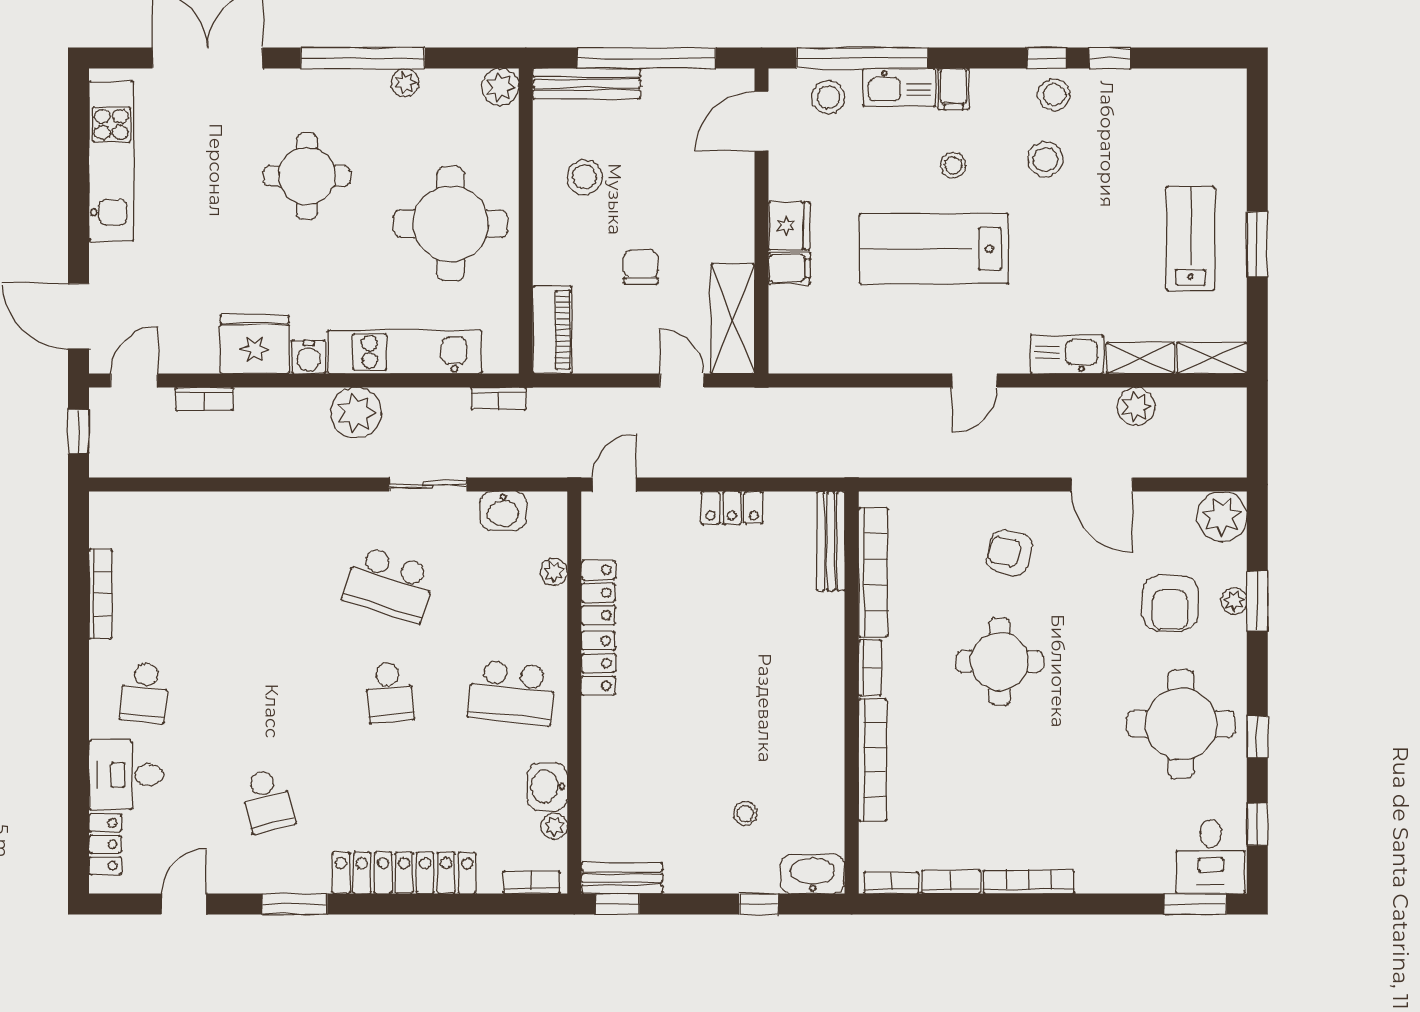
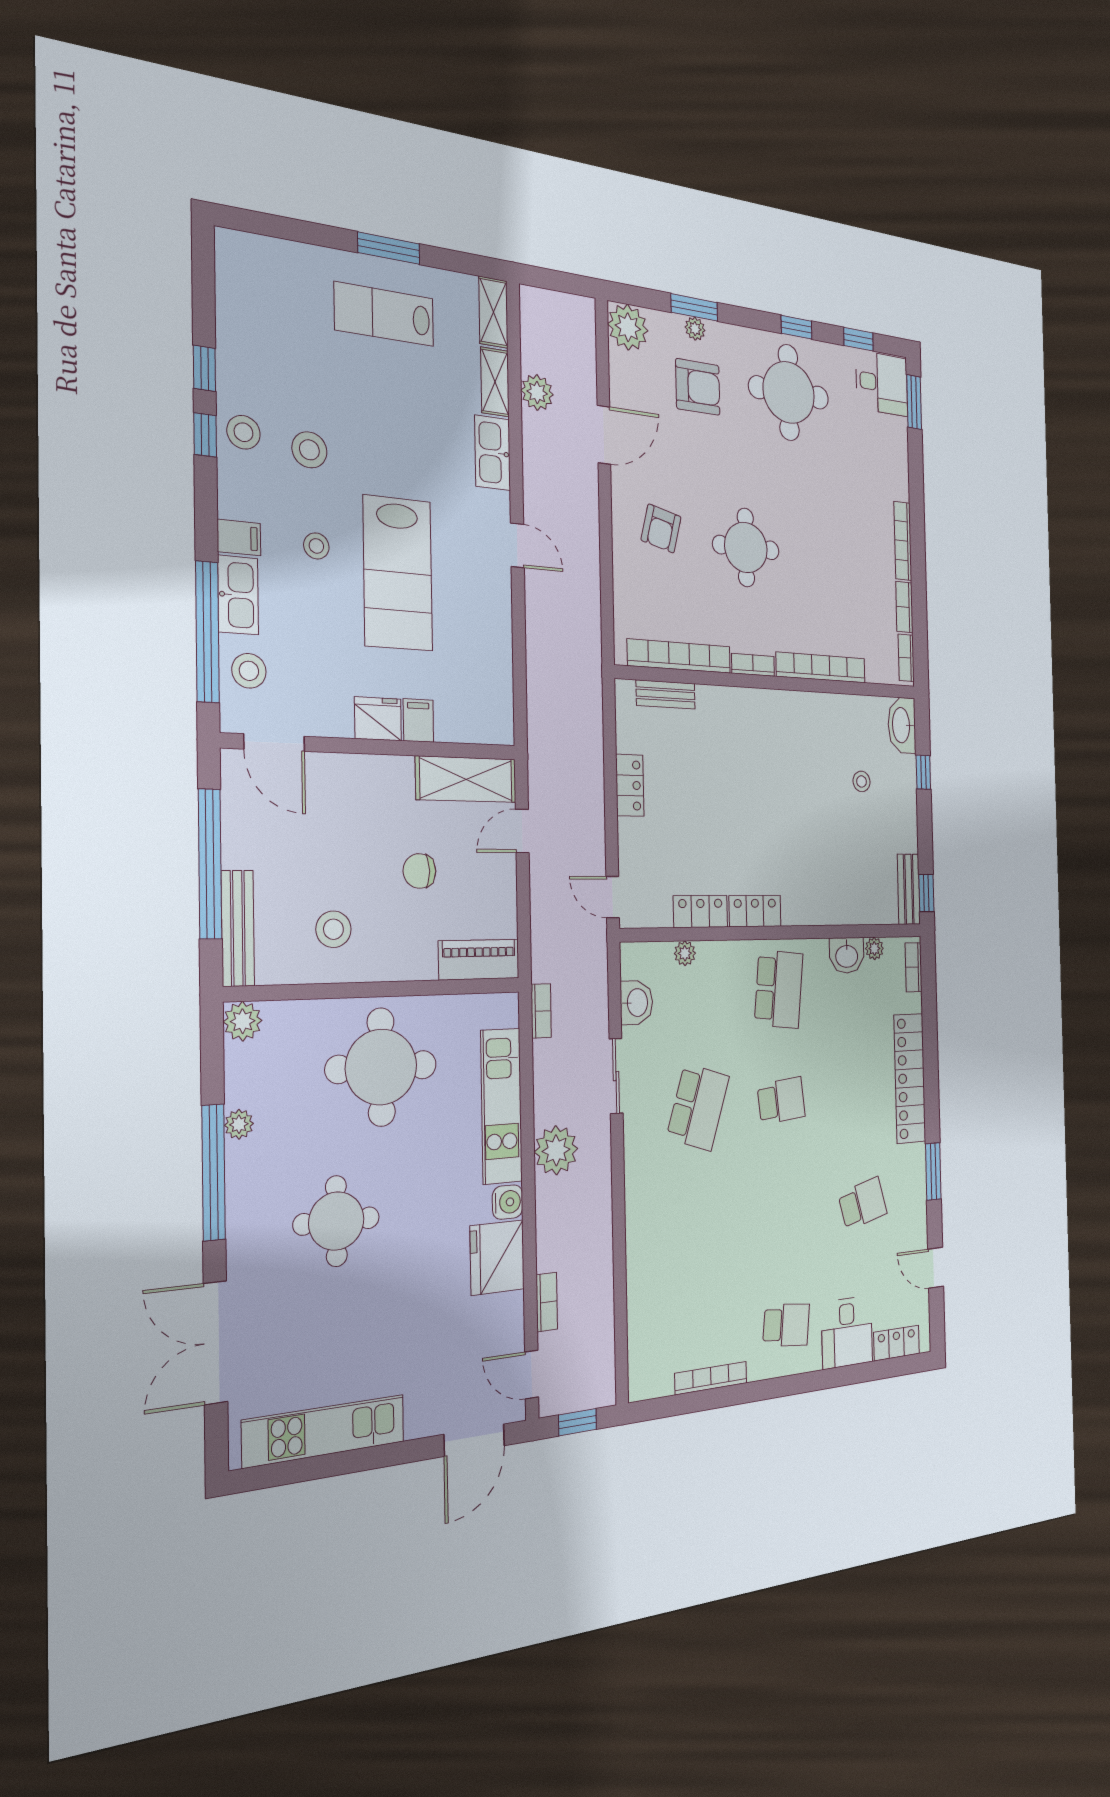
bench: (831, 541) -> (666, 694), width x0.73

